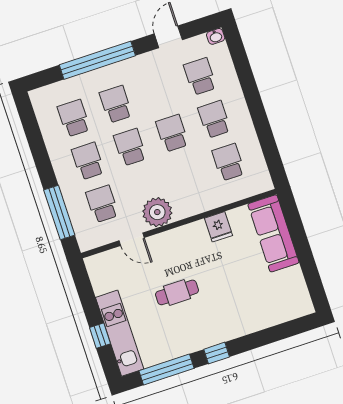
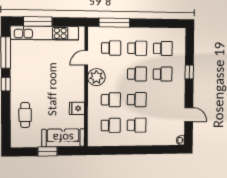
window: (97, 60) -> (189, 72), width x0.32
school desk: (200, 76) -> (111, 100), moved
window: (304, 251) -> (47, 151), added
cafe table: (177, 292) -> (25, 115), moved
kitchen unit: (120, 333) -> (45, 33), width x1.36
window: (100, 336) -> (38, 21), width x2.17

